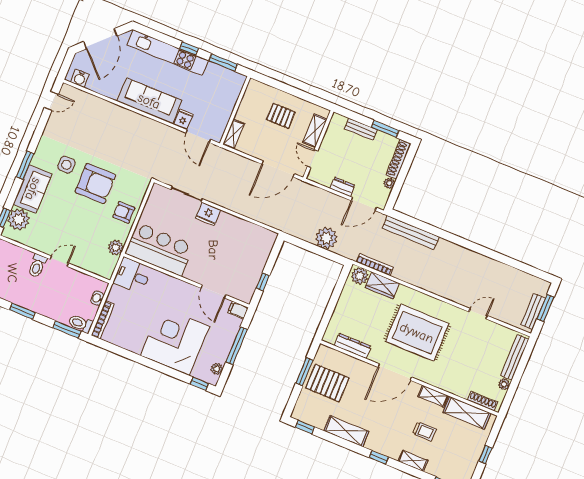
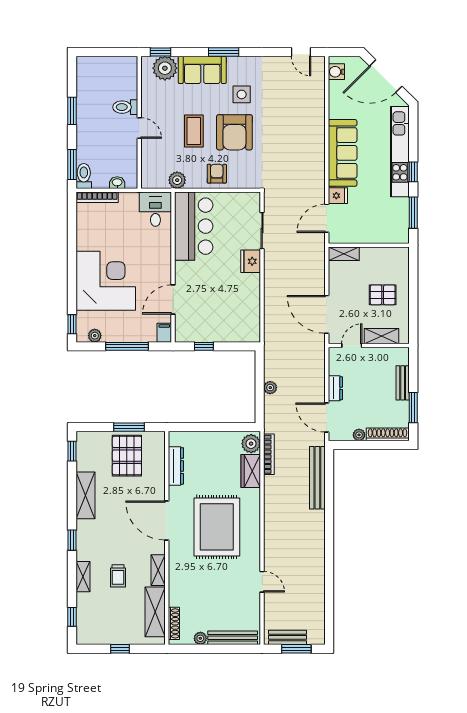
pallet: (281, 116) -> (383, 295), turned 90
coffee table: (81, 217) -> (194, 131), added
plant: (326, 238) -> (270, 388), width x0.53, depth x0.53

